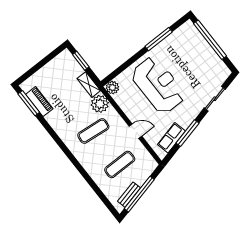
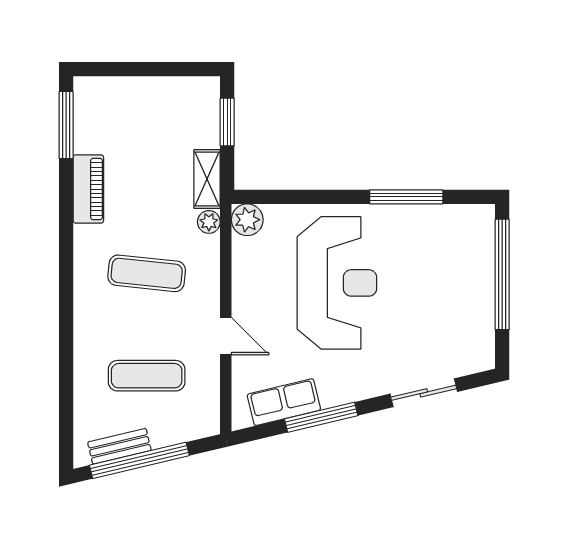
piano: (39, 102) -> (88, 189), moved
plant: (100, 104) -> (209, 222), width x0.53, depth x0.53

